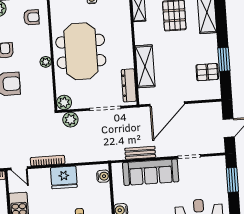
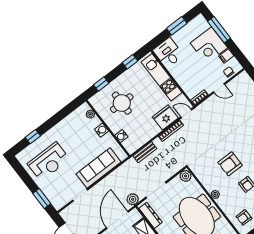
plant: (70, 120) -> (133, 199), moved
bench: (140, 153) -> (145, 152), moved
water cooler: (103, 176) -> (121, 136), moved
fridge: (64, 177) -> (165, 117), moved

